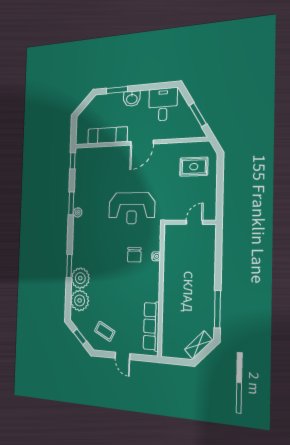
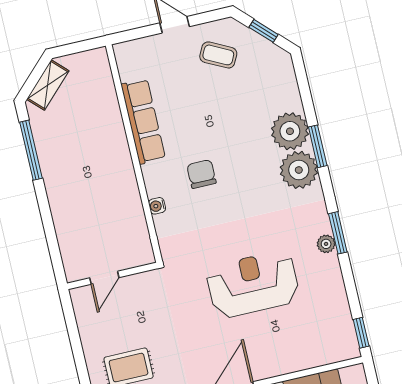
window: (71, 203) -> (338, 233), moved
reception desk: (132, 208) -> (253, 284), moved
chair: (134, 255) -> (201, 174), moved
plant: (80, 300) -> (299, 170), moved
row of seats: (151, 326) -> (143, 121), moved

